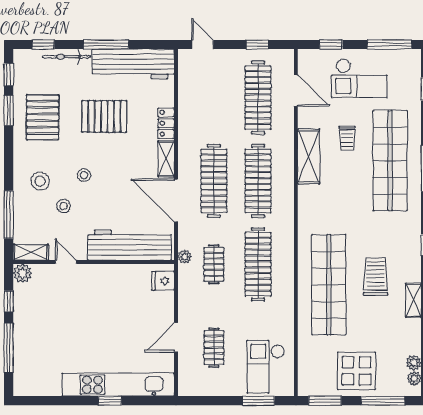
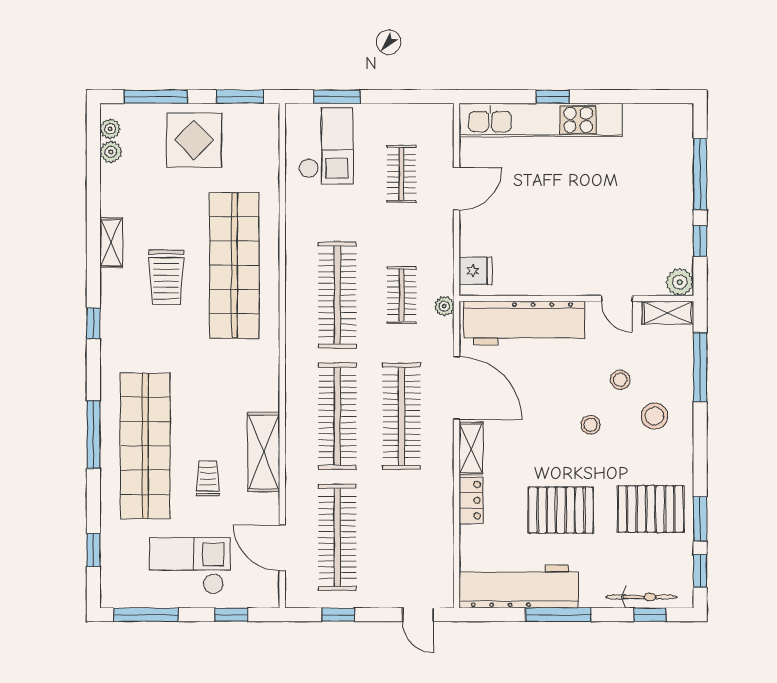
bicycle: (67, 57) -> (641, 597), moved
pallet: (43, 117) -> (651, 509), turned 90

